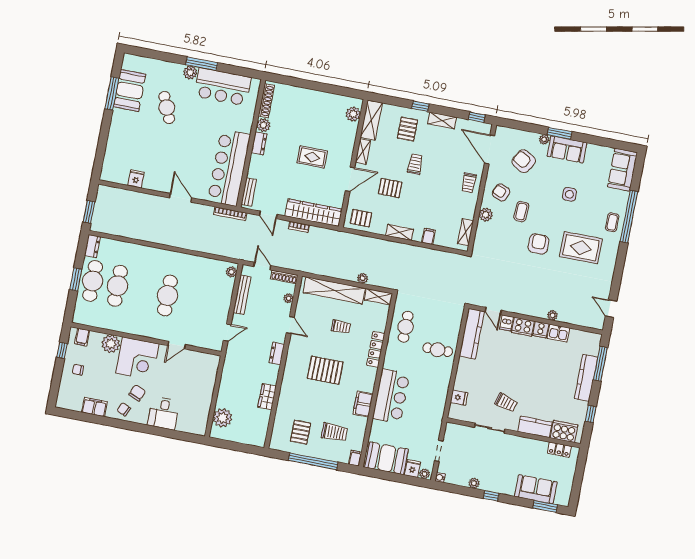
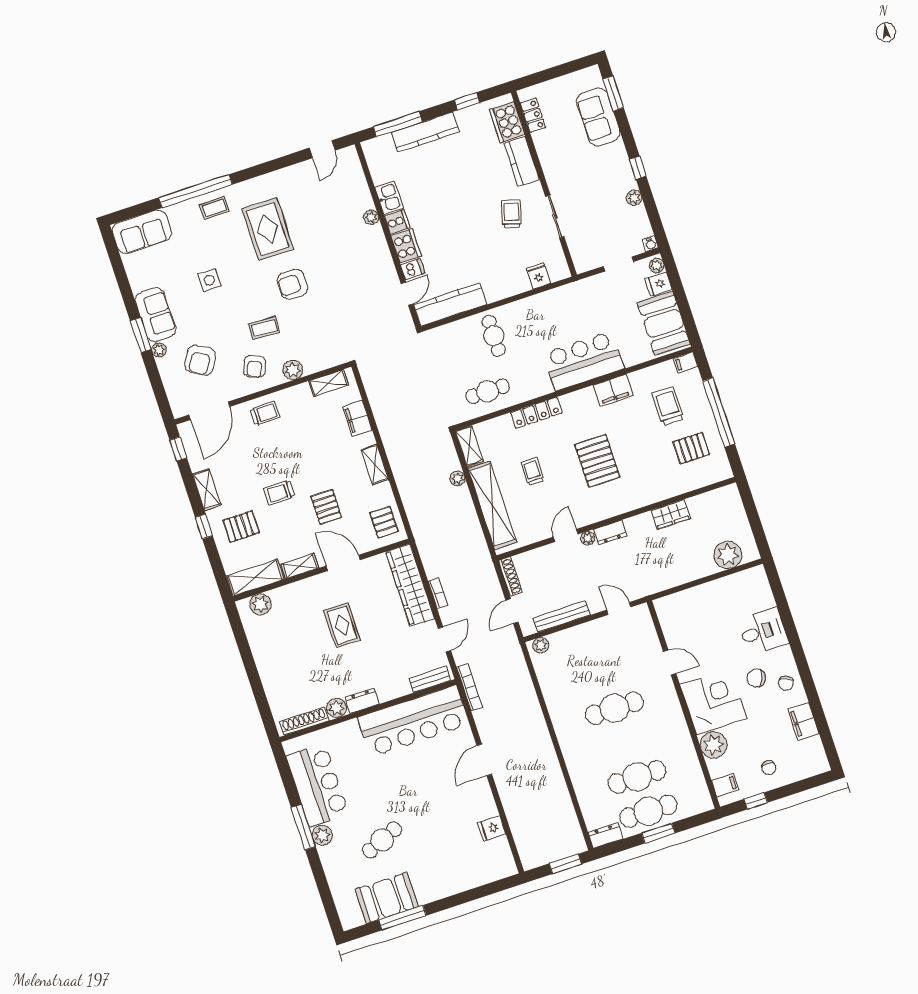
filing cabinet: (428, 236) -> (357, 418), width x2.00
plant: (289, 298) -> (588, 538), moved

